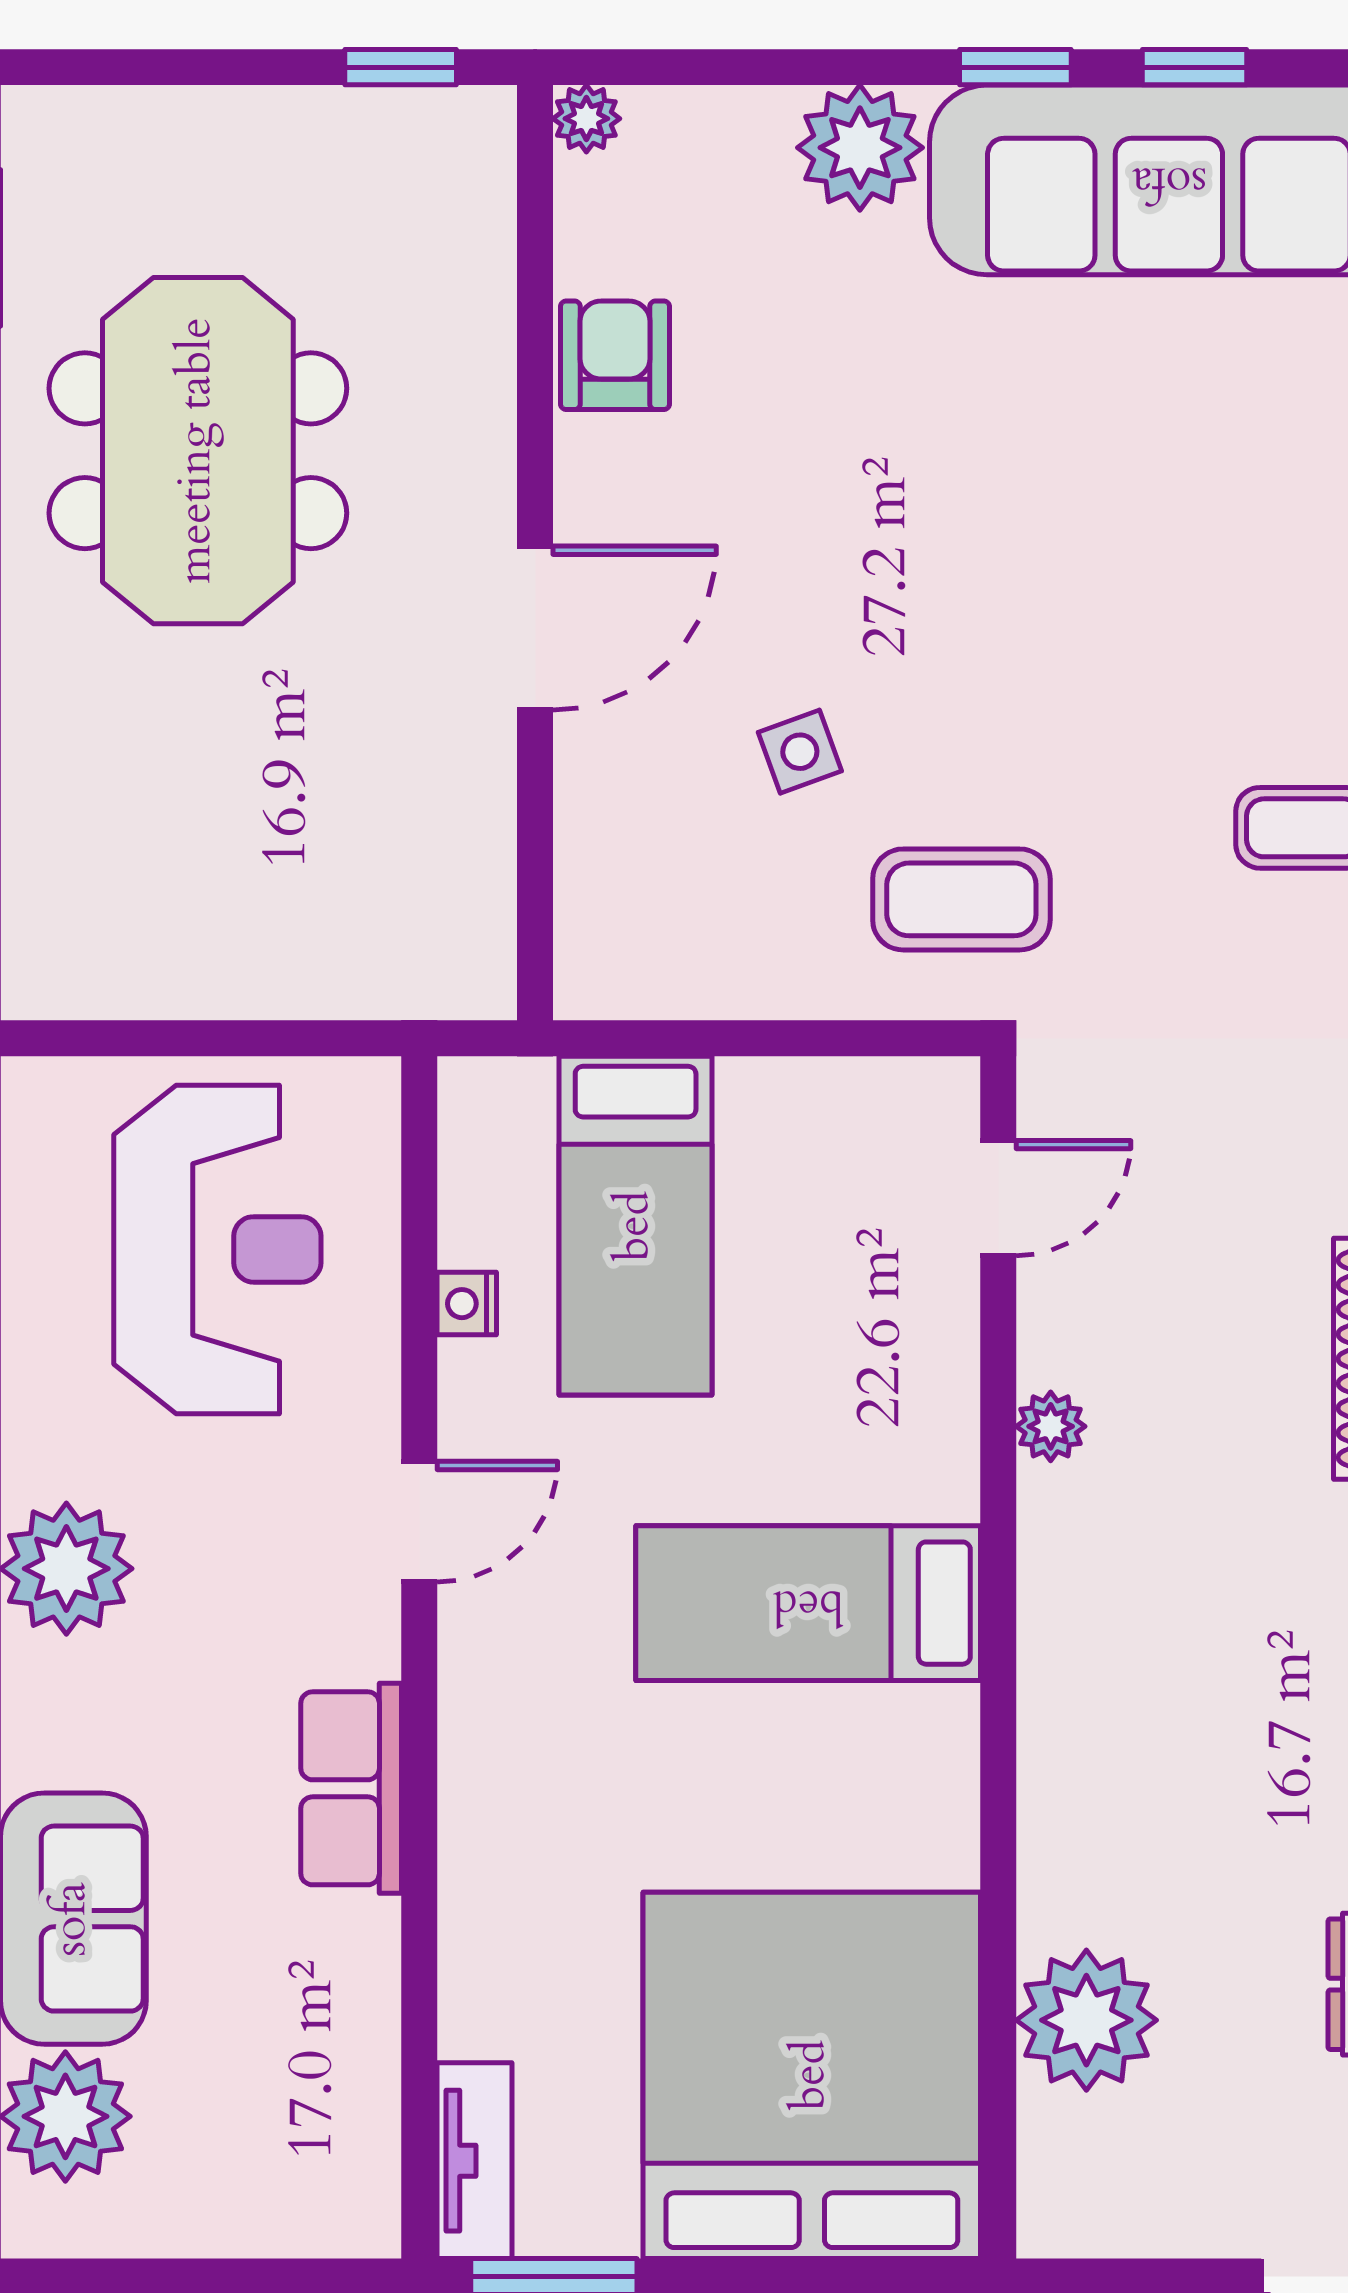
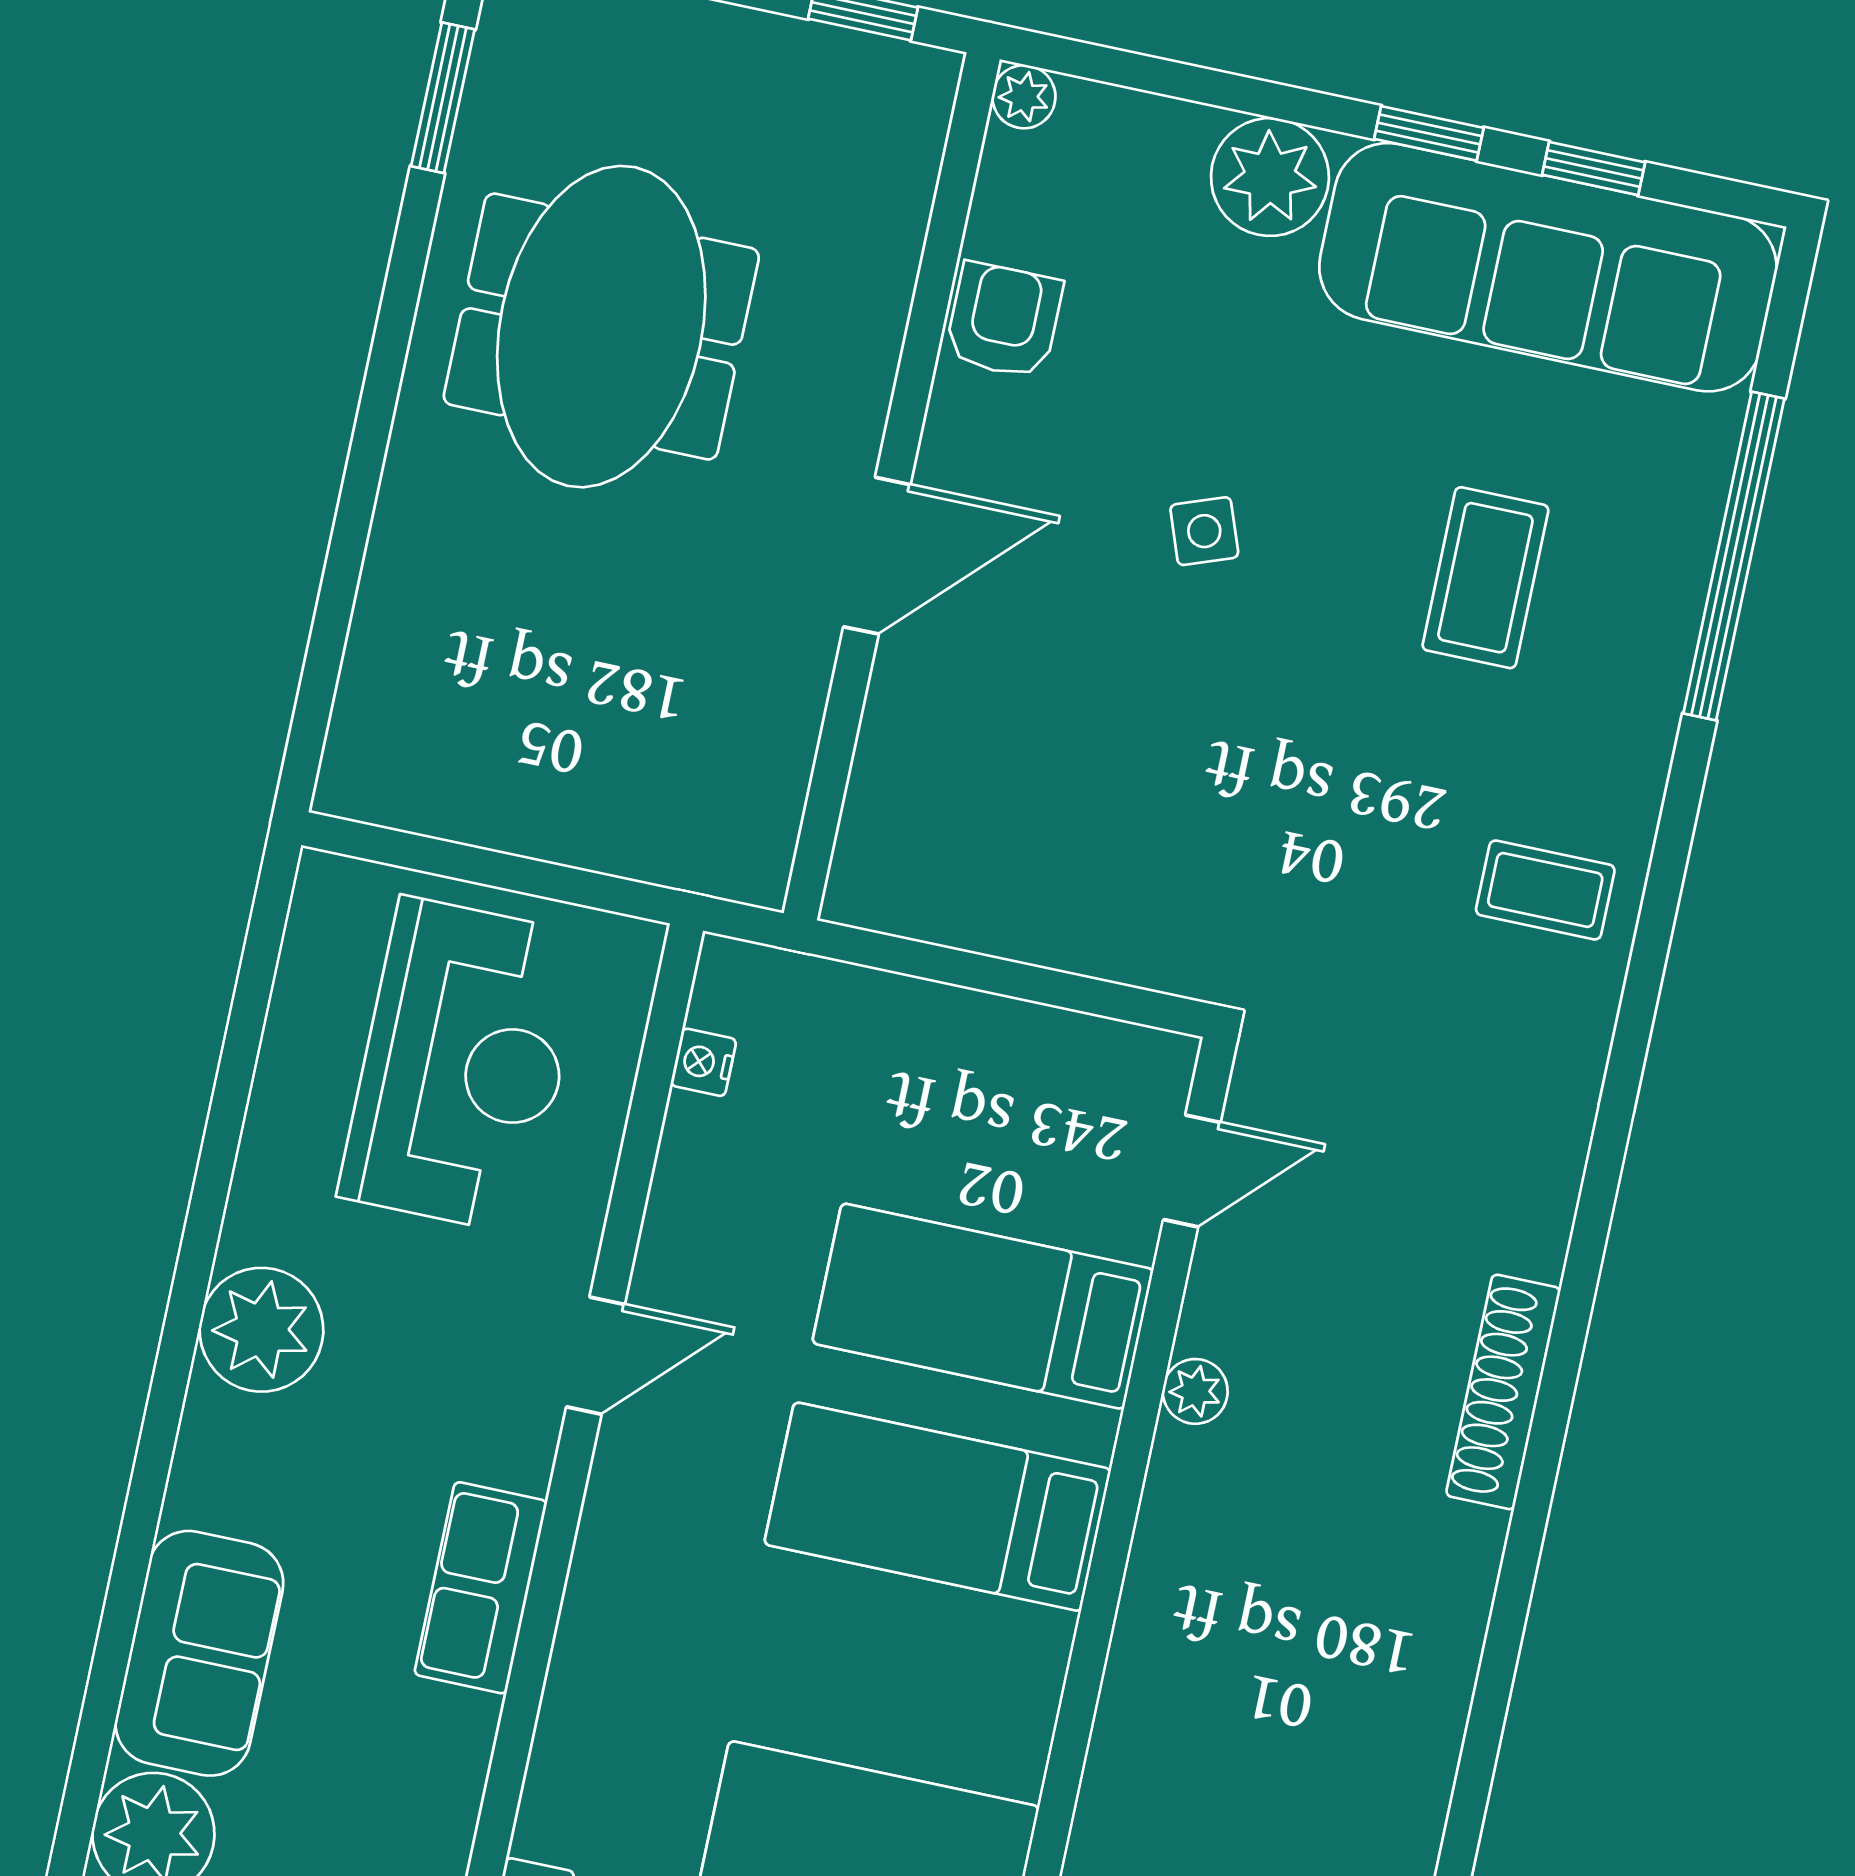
side table: (800, 752) -> (1204, 531), moved
coffee table: (961, 899) -> (1485, 578), moved, turned 90
bed: (636, 1226) -> (983, 1306), moved, turned 90
nightstand: (467, 1304) -> (703, 1062), moved

